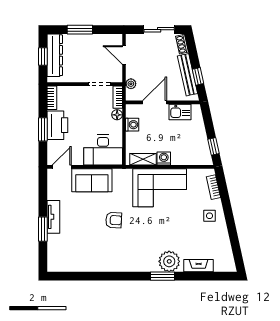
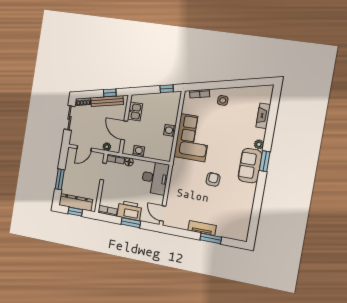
shelving: (143, 159) -> (168, 147), removed
sofa: (92, 180) -> (250, 166), moved, turned 180
plant: (169, 261) -> (259, 144), width x0.53, depth x0.53
window: (163, 276) -> (265, 161), moved

